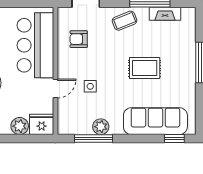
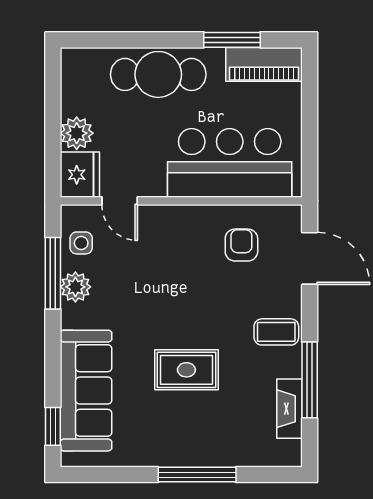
coffee table: (125, 21) -> (276, 332), turned -68
rug: (145, 68) -> (186, 370), turned 90
side table: (90, 86) -> (81, 243), moved
door: (55, 89) -> (120, 201), moved

